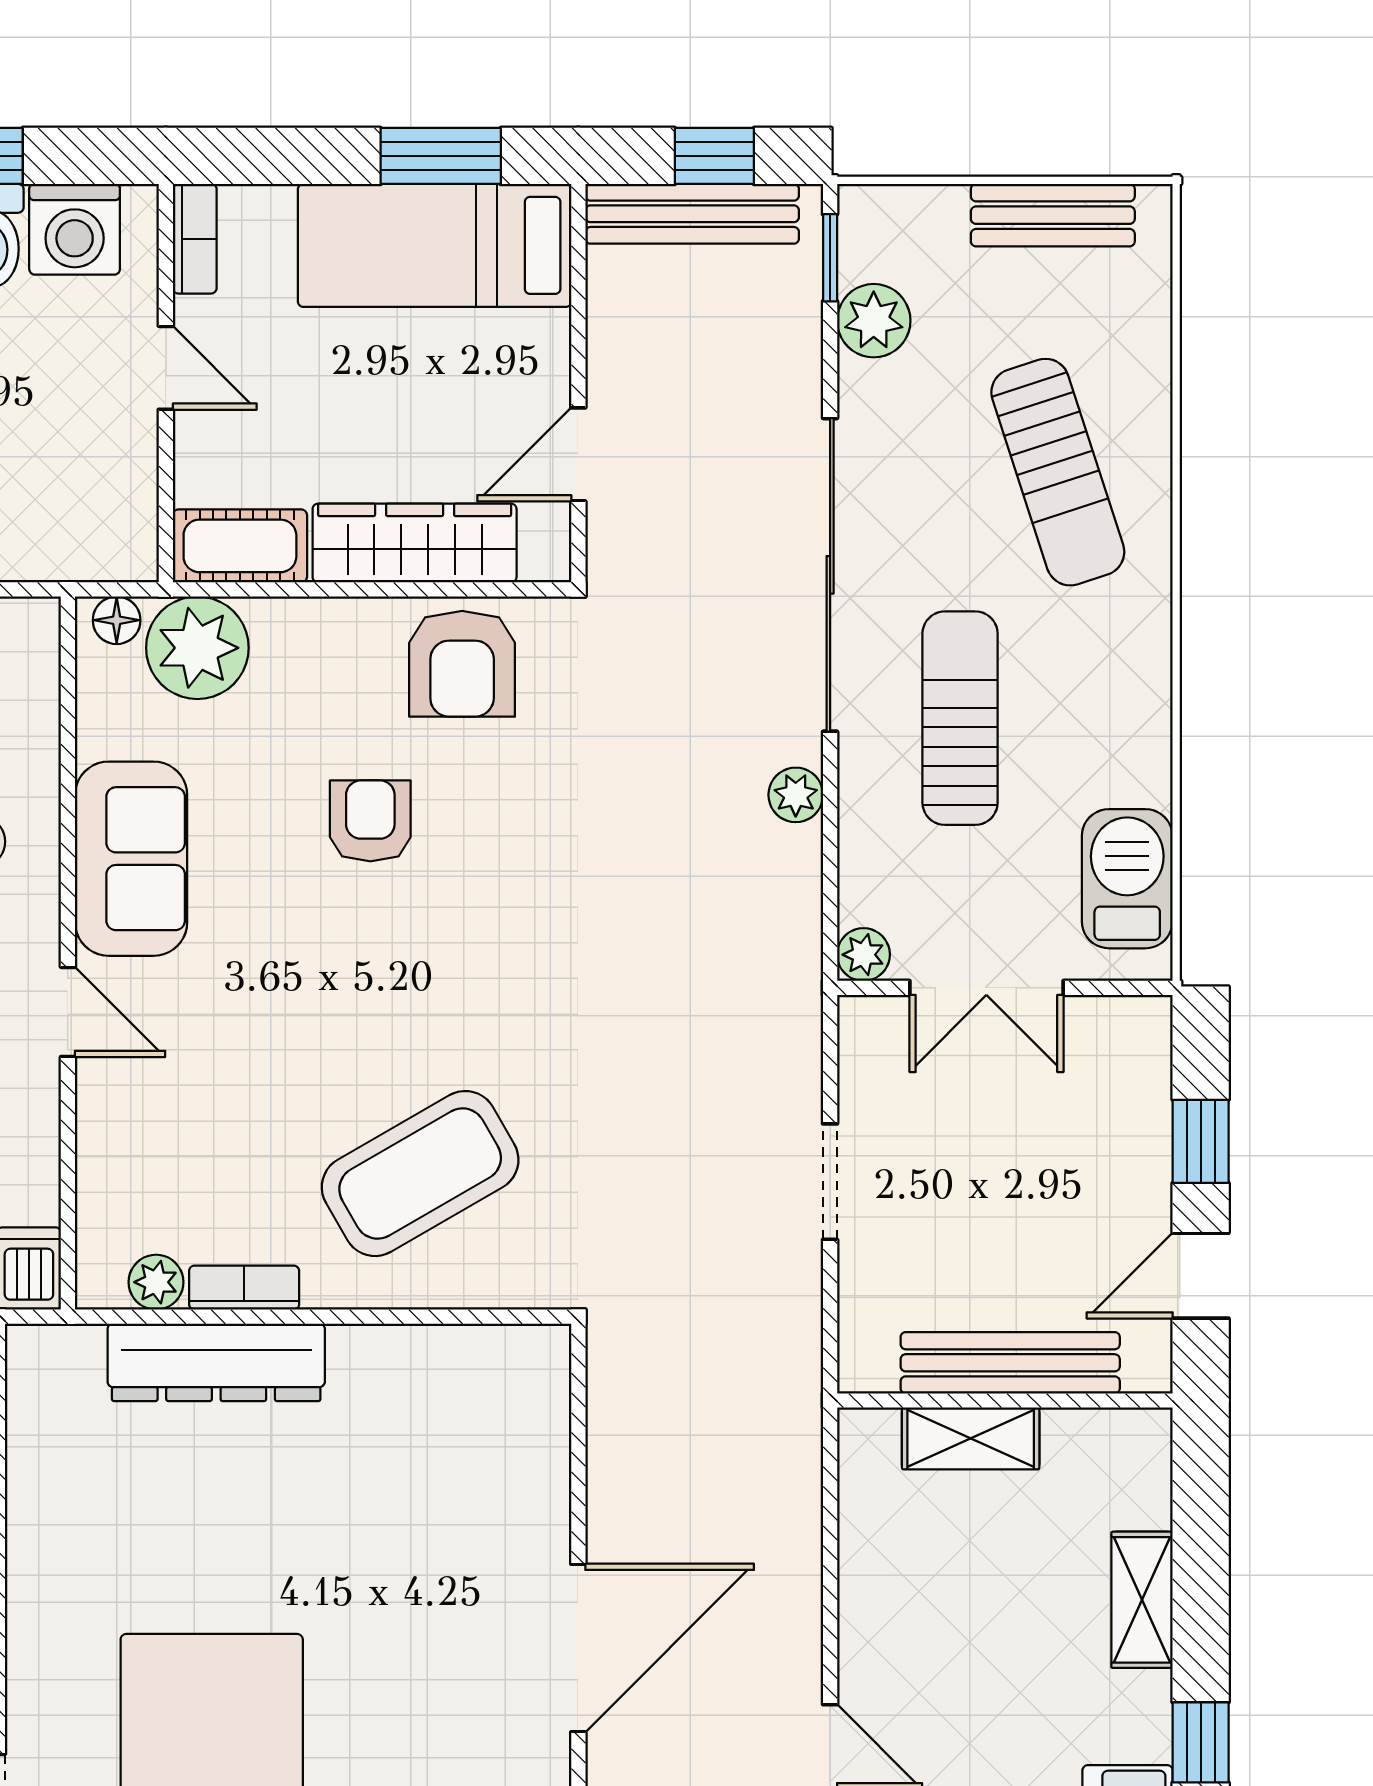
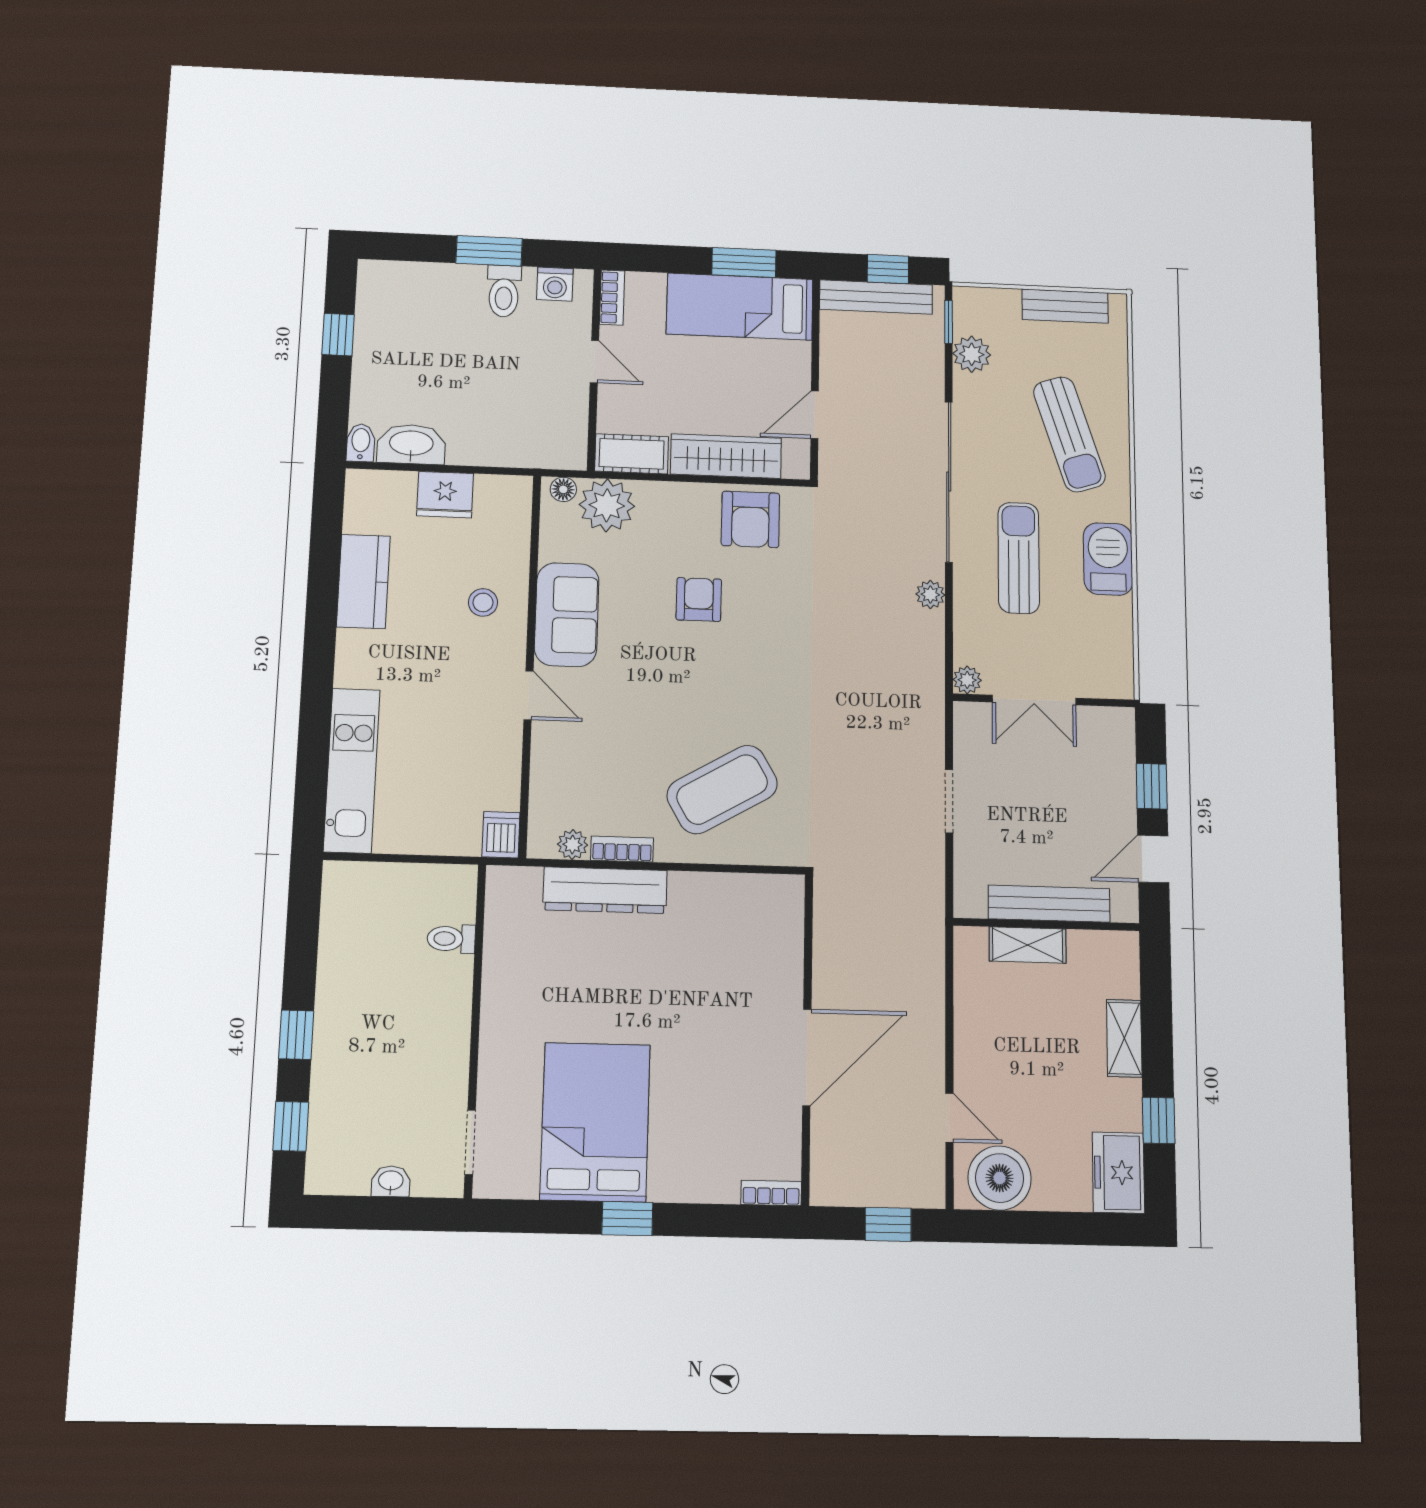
washing machine: (75, 229) -> (555, 284), width x0.73, depth x0.73
barbecue: (1127, 879) -> (1108, 559), moved

